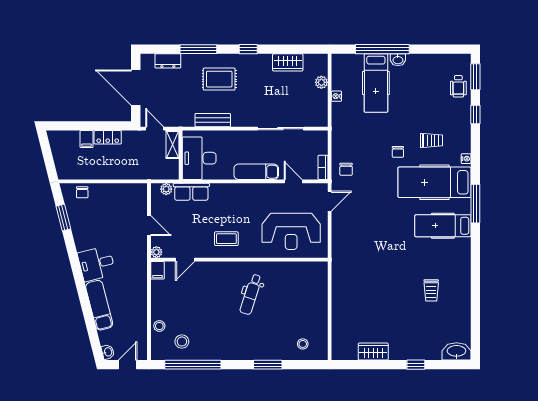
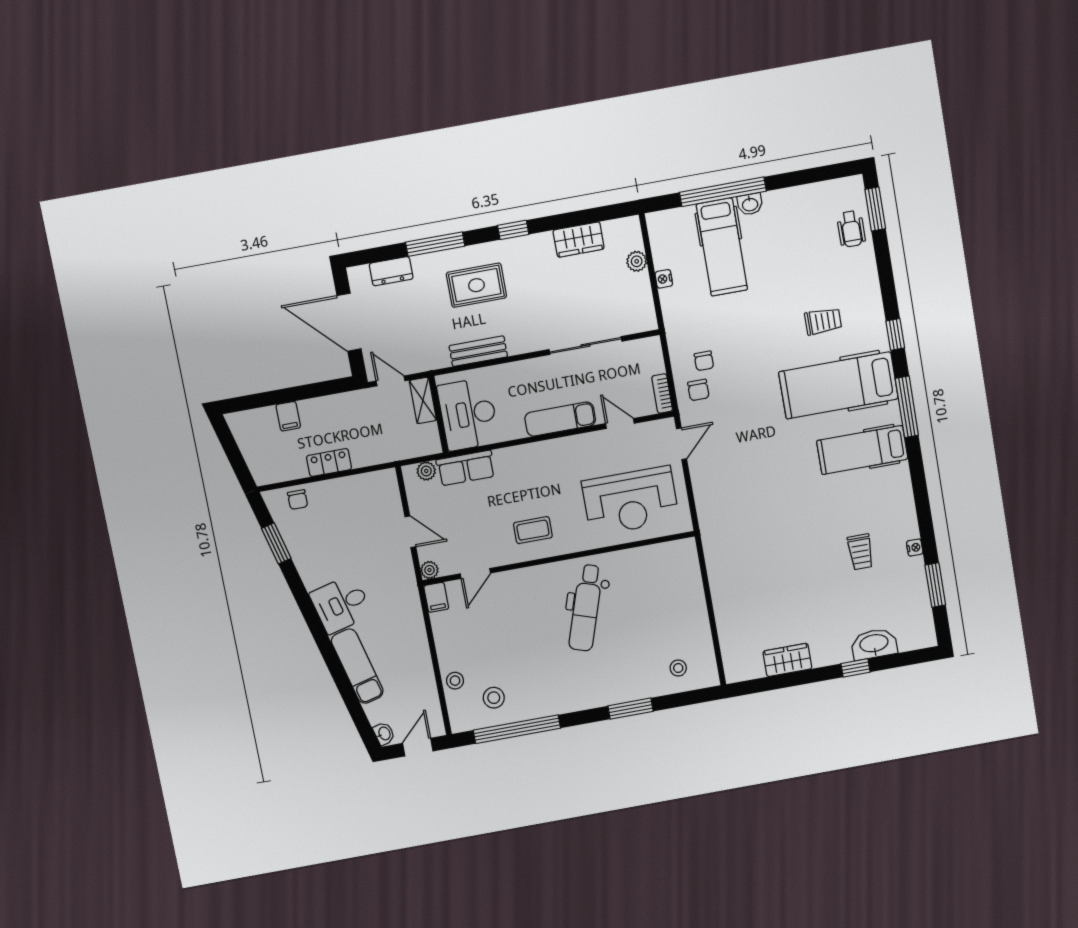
window: (475, 115) -> (895, 334), moved
locker: (108, 137) -> (329, 463), moved, turned 180
chair: (398, 152) -> (704, 361), moved
nightstand: (466, 159) -> (915, 548), moved
dental chair: (251, 294) -> (586, 608), width x1.36, depth x1.38
window: (475, 320) -> (935, 585), added
washbasin: (456, 351) -> (874, 644), moved

